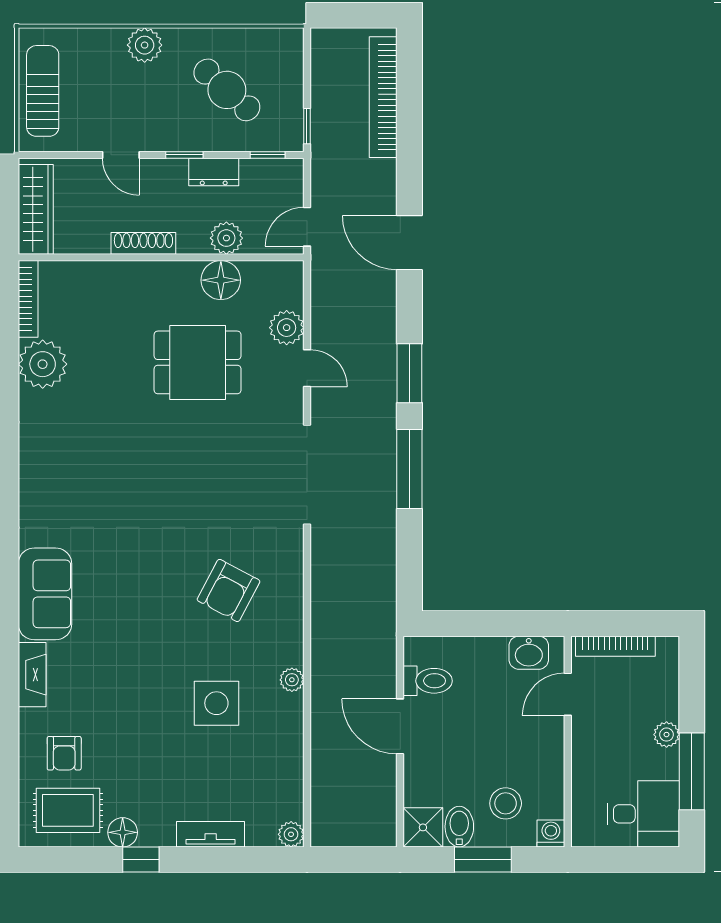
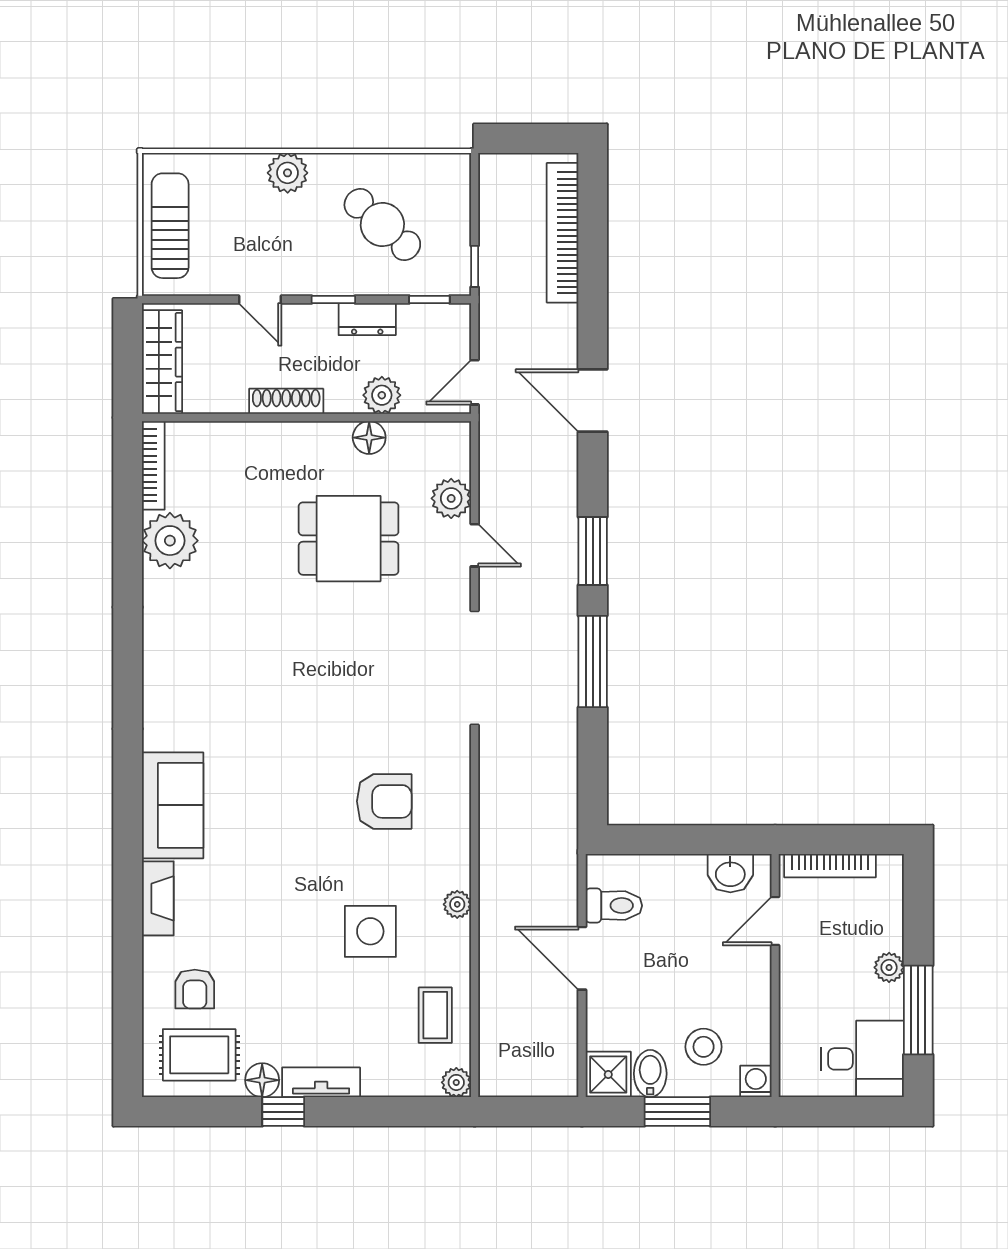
floor lamp: (221, 280) -> (369, 438), width x0.73, depth x0.73
armchair: (228, 590) -> (384, 801), turned -118
coffee table: (273, 776) -> (435, 1015), added
tv unit: (211, 834) -> (321, 1082), moved

